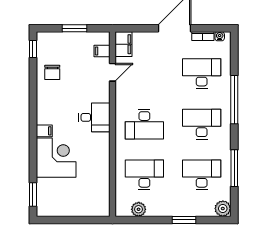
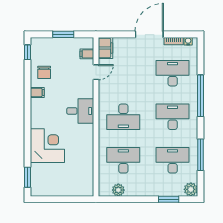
filing cabinet: (44, 131) -> (37, 92), moved
window: (184, 220) -> (169, 199), moved

